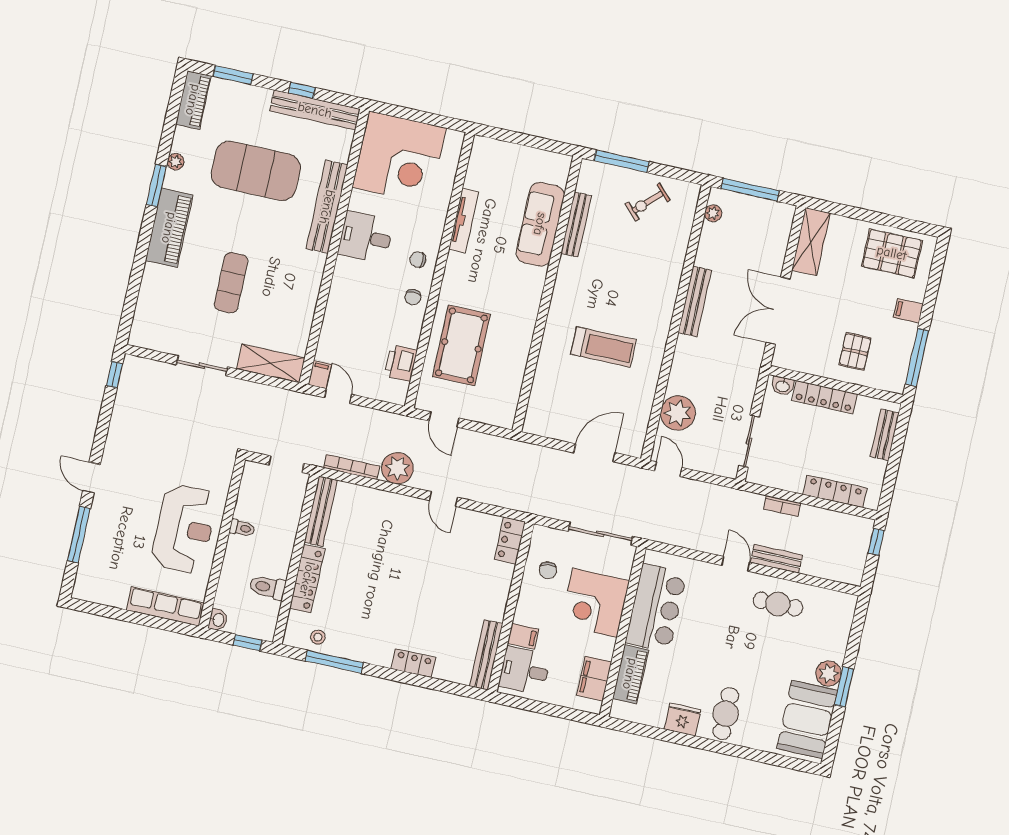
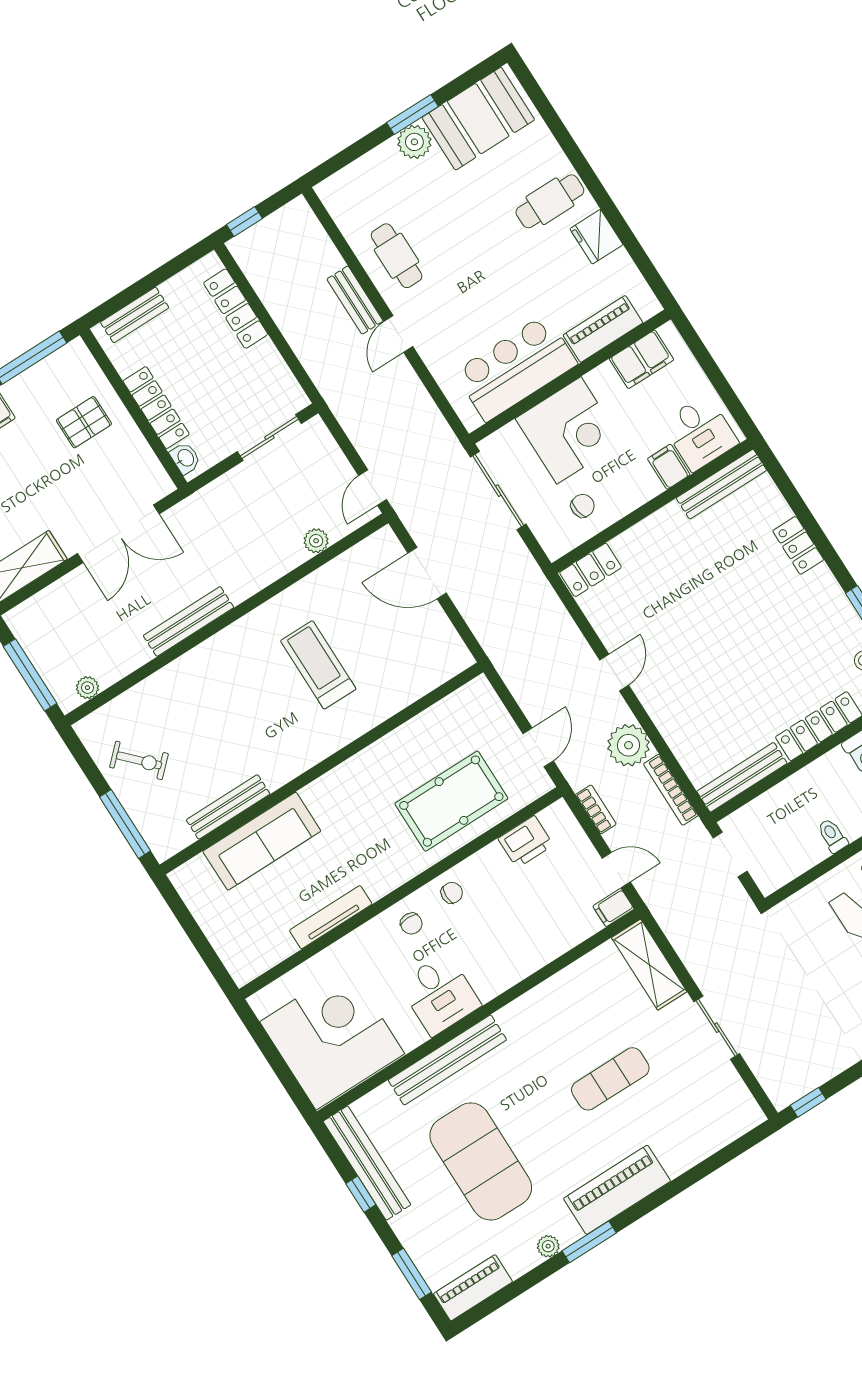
door: (338, 396) -> (616, 870), swing flipped
plant: (678, 413) -> (316, 541), width x0.53, depth x0.53
bookcase: (782, 506) -> (596, 809), moved

